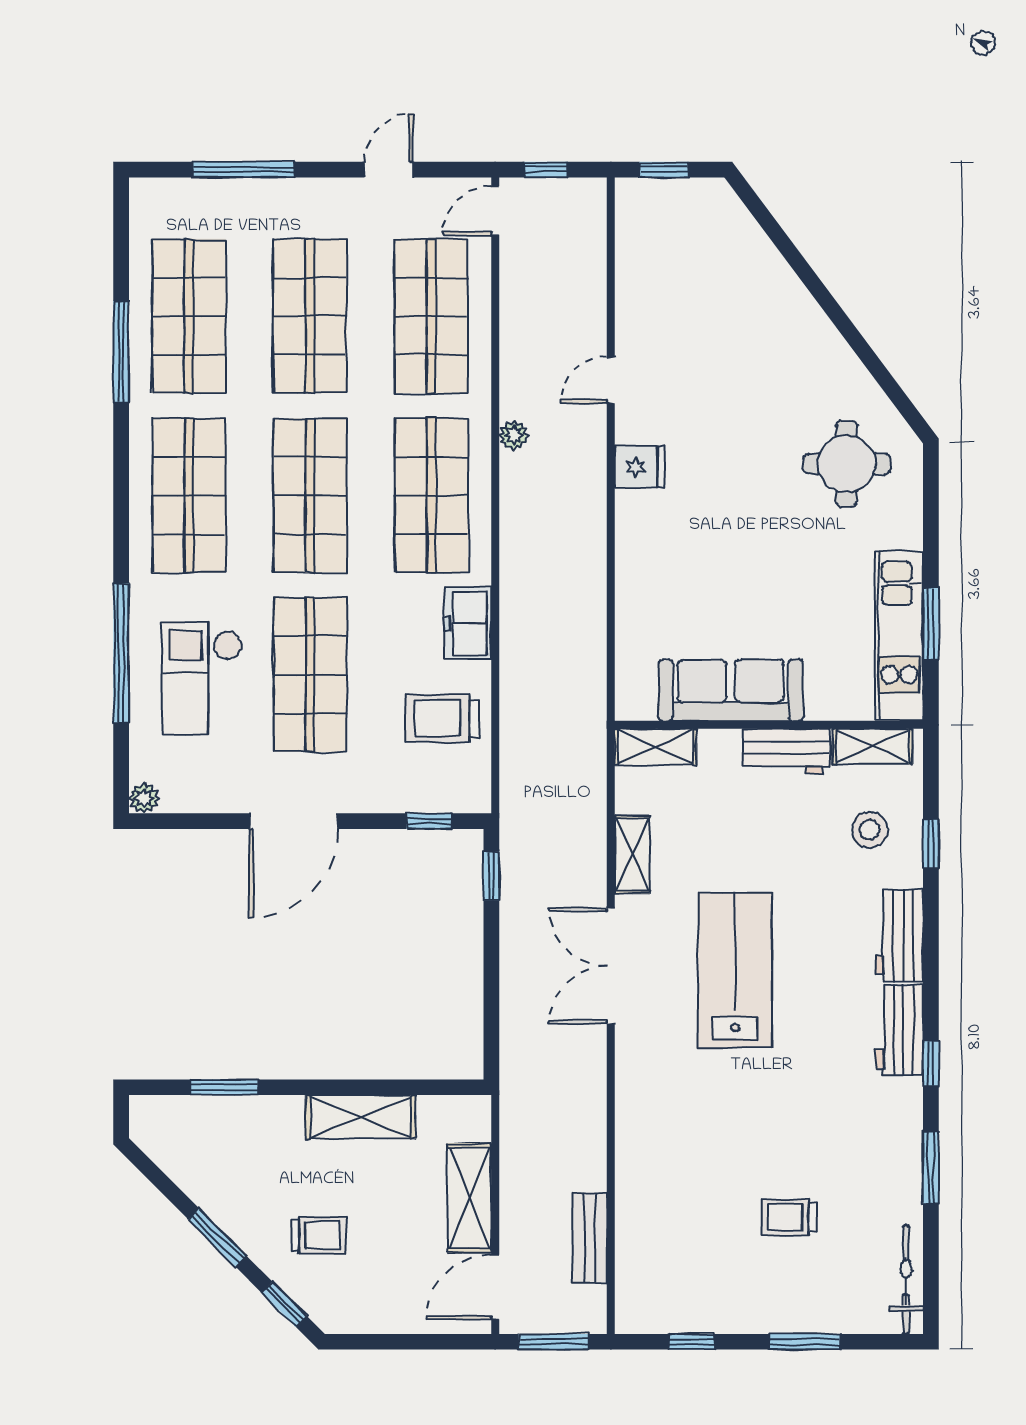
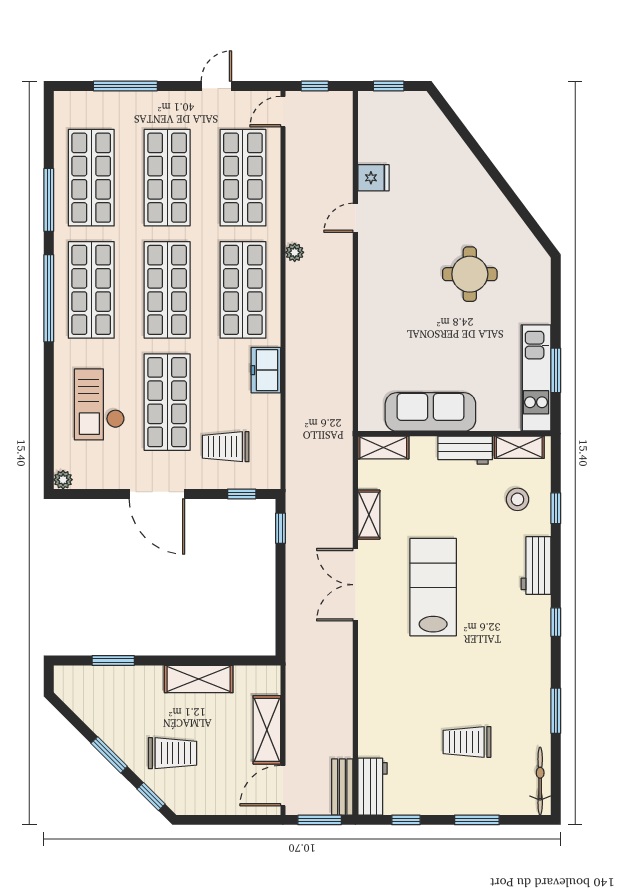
round table: (847, 464) -> (470, 274), moved
fridge: (640, 467) -> (373, 178), moved
window: (121, 653) -> (49, 298), moved
trolley: (443, 718) -> (226, 447), moved
door: (294, 821) -> (157, 494), hinge flipped
workbench: (900, 1030) -> (373, 787), moved, turned 180
window: (931, 1063) -> (556, 622), moved
trolley: (789, 1217) -> (467, 742), width x1.36, depth x1.39
trolley: (319, 1235) -> (173, 753), width x1.36, depth x1.39
bench: (590, 1238) -> (342, 787), moved

